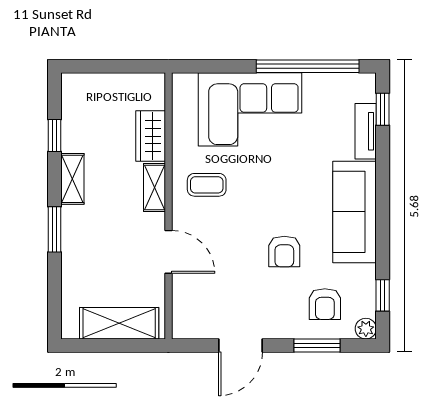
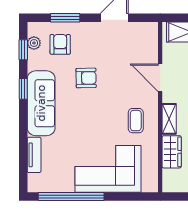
window: (383, 109) -> (23, 89), moved
coffee table: (207, 185) -> (136, 121), turned 90
armchair: (284, 251) -> (86, 78), turned 89
plant: (366, 329) -> (34, 43), moved

